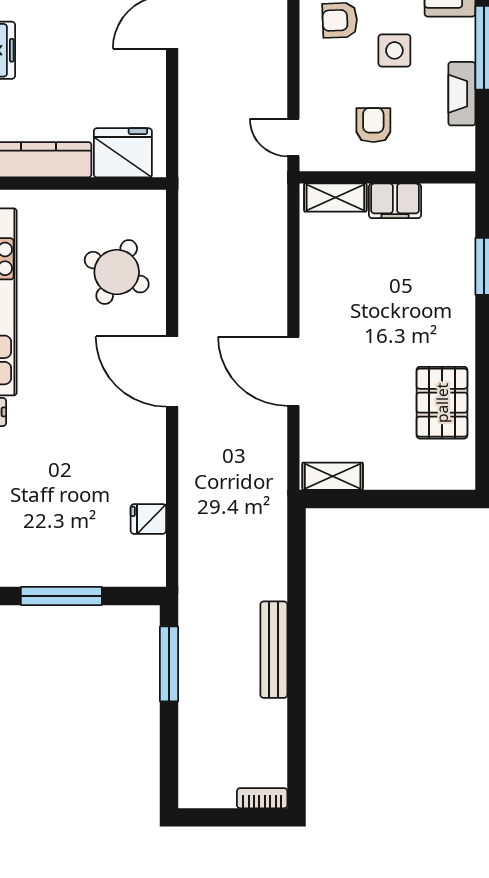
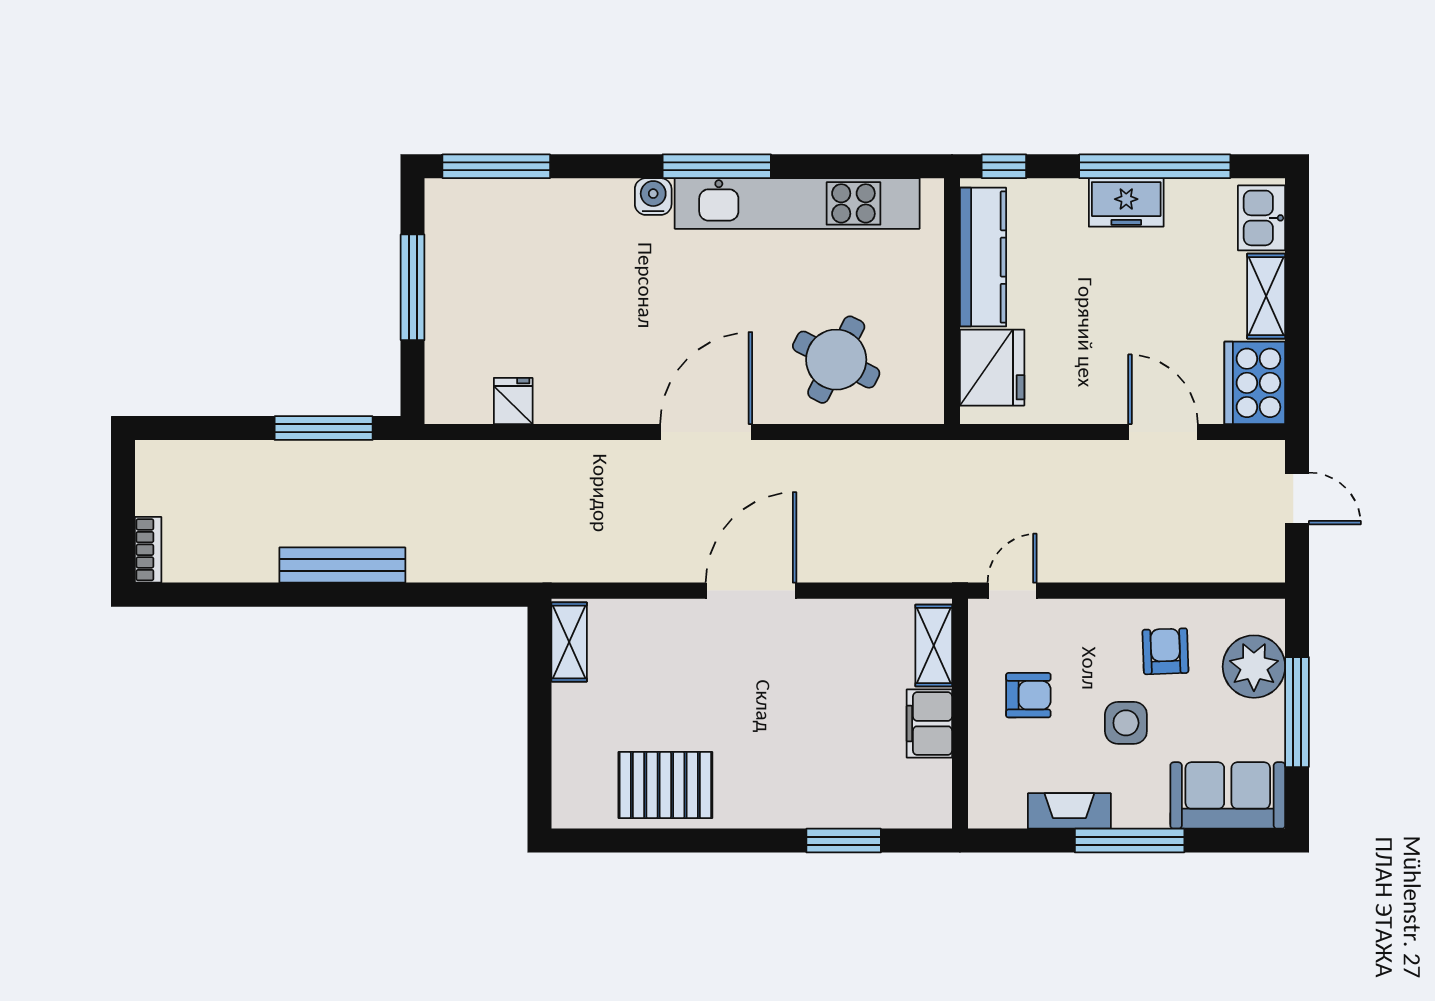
door: (293, 371) -> (751, 591), moved

